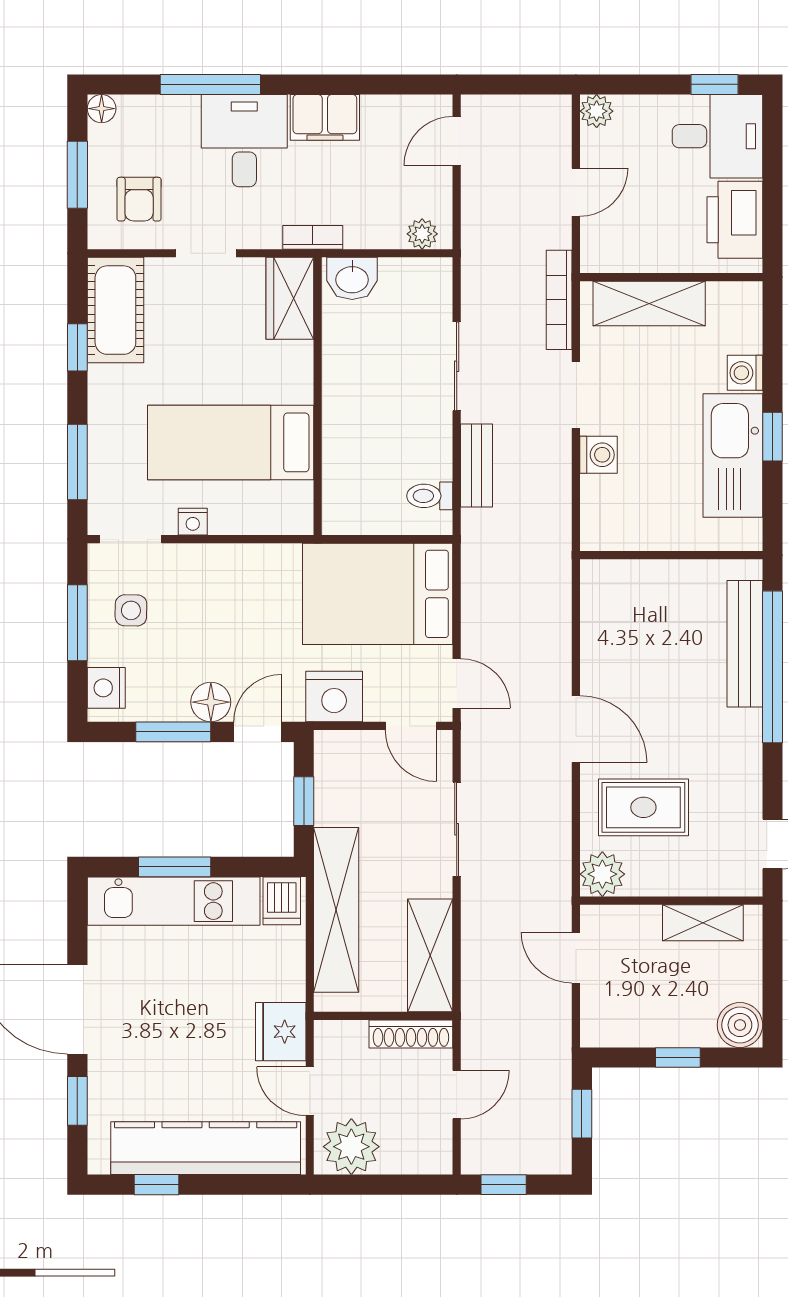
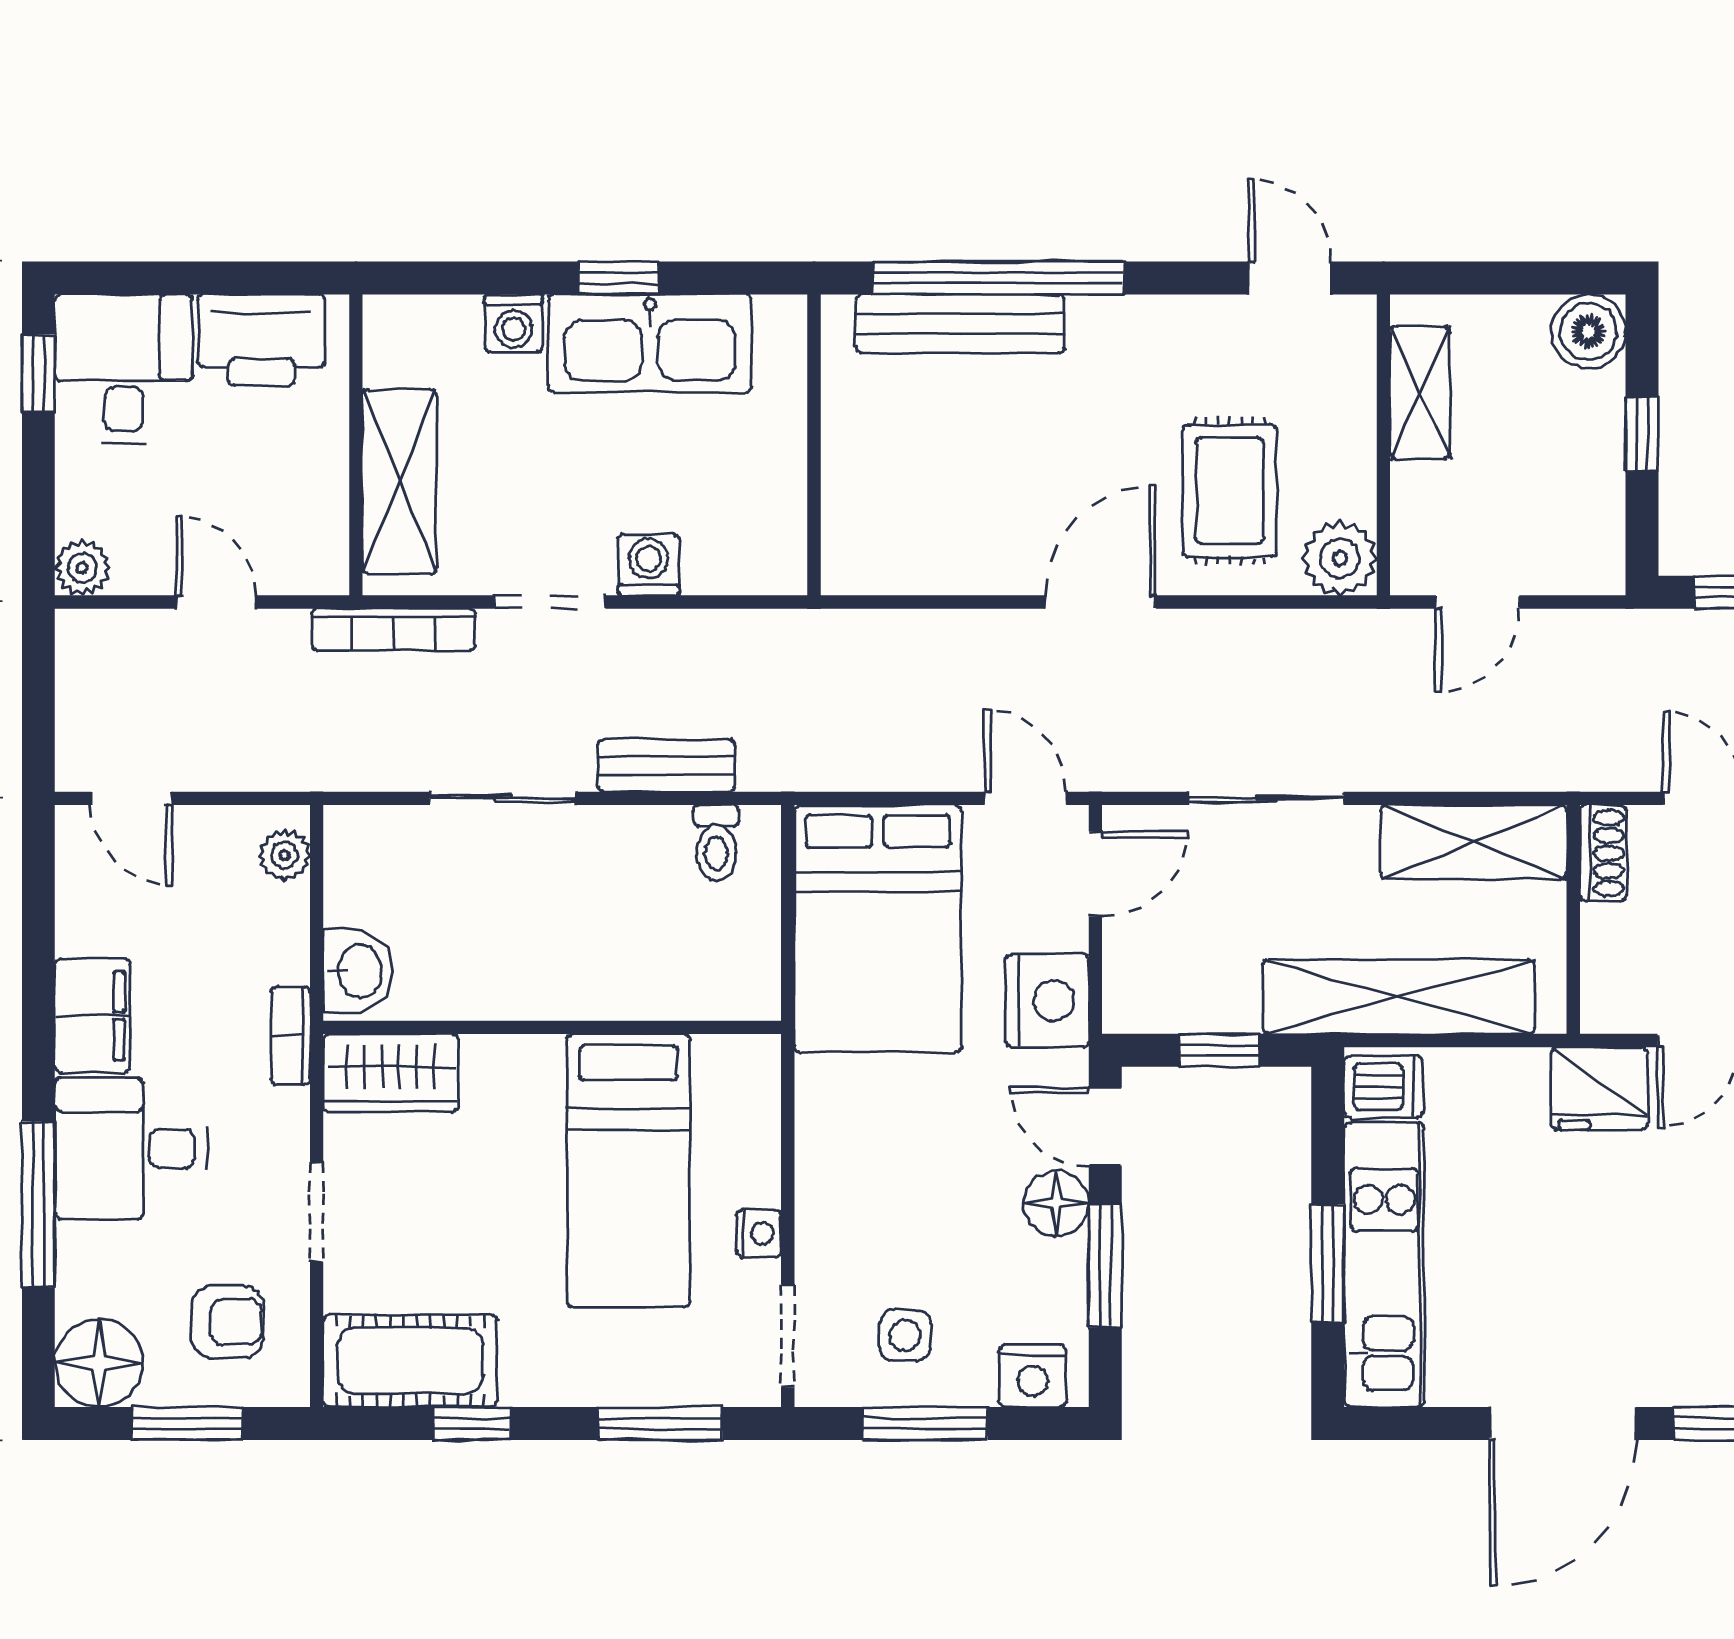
floor lamp: (102, 109) -> (99, 1363), width x1.89, depth x1.89
door: (457, 683) -> (1025, 798), hinge flipped
shoe rack: (411, 1034) -> (1603, 853), width x0.70

